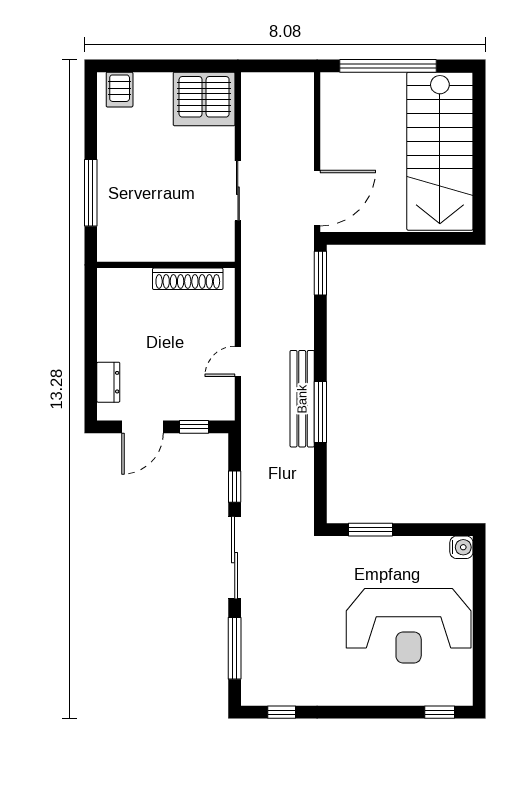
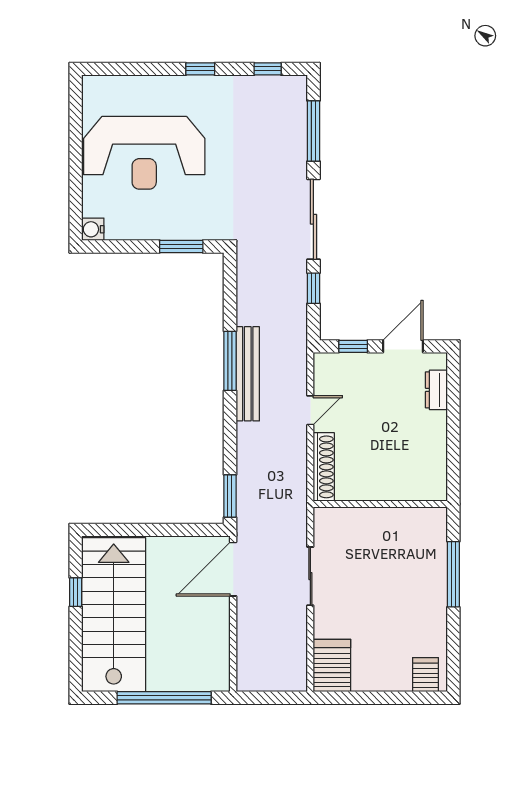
server rack: (204, 99) -> (332, 666), width x0.62
window: (479, 174) -> (76, 592), added
shoe rack: (188, 279) -> (324, 467), moved, turned 90
reception desk: (409, 626) -> (144, 153), turned 180
window: (440, 712) -> (200, 69), moved

